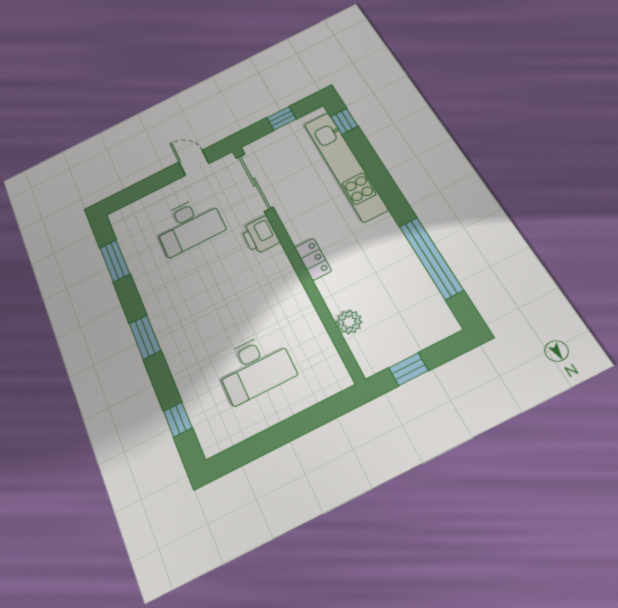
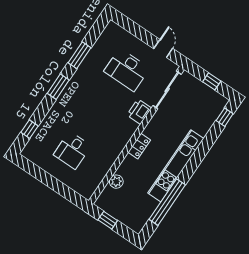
kitchen unit: (345, 166) -> (176, 166), moved
window: (115, 261) -> (80, 55), moved
desk: (255, 367) -> (72, 150), width x0.73

